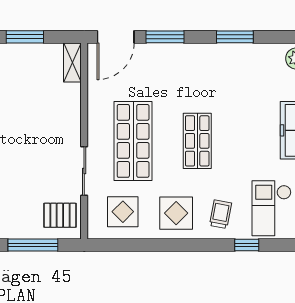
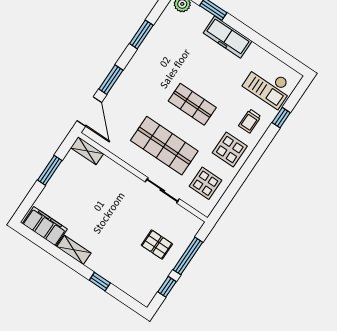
trolley: (221, 214) -> (250, 121), turned -101
pallet: (60, 215) -> (157, 245), moved, turned 90

